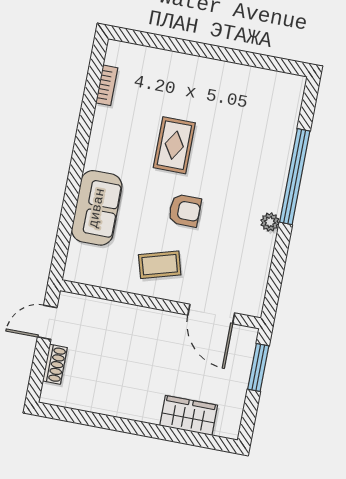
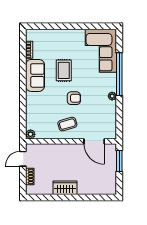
corner sofa: (264, 118) -> (101, 51), added
sofa: (97, 208) -> (35, 75), moved
plant: (74, 272) -> (30, 134), added
wardrobe: (189, 415) -> (65, 188), moved

